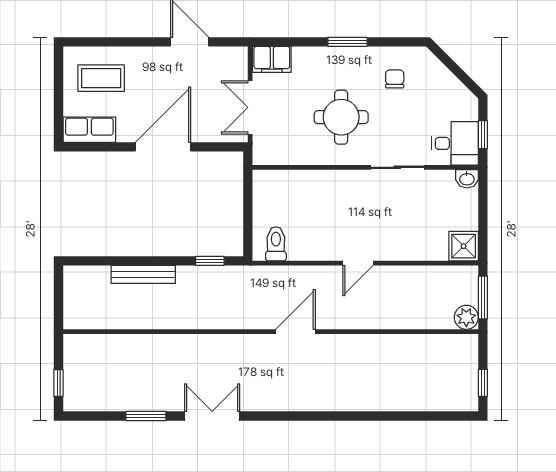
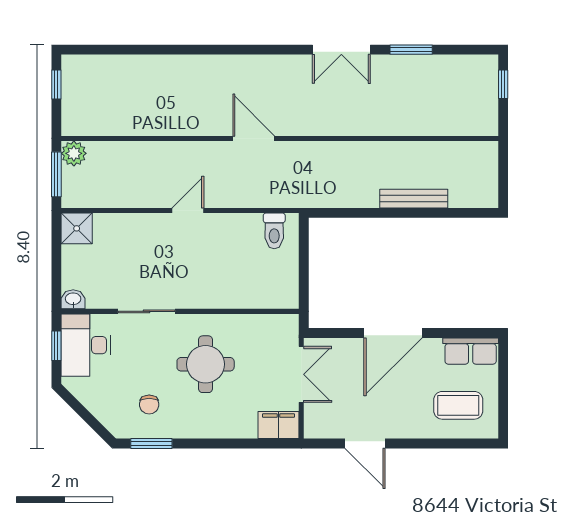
window: (347, 42) -> (151, 443), moved
desk: (455, 143) -> (86, 345), width x1.37
window: (210, 261) -> (344, 213), removed
door: (295, 332) -> (254, 138), swing flipped

